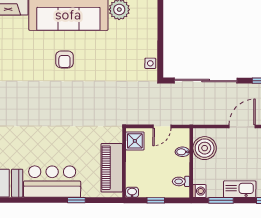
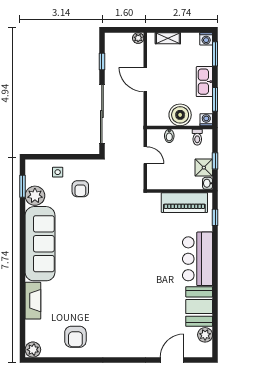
armchair: (64, 59) -> (80, 189), moved, turned 90
side table: (150, 63) -> (58, 172), moved
shower: (135, 141) -> (204, 168), moved
boiler: (205, 148) -> (180, 115), moved
window: (76, 200) -> (215, 217), moved

